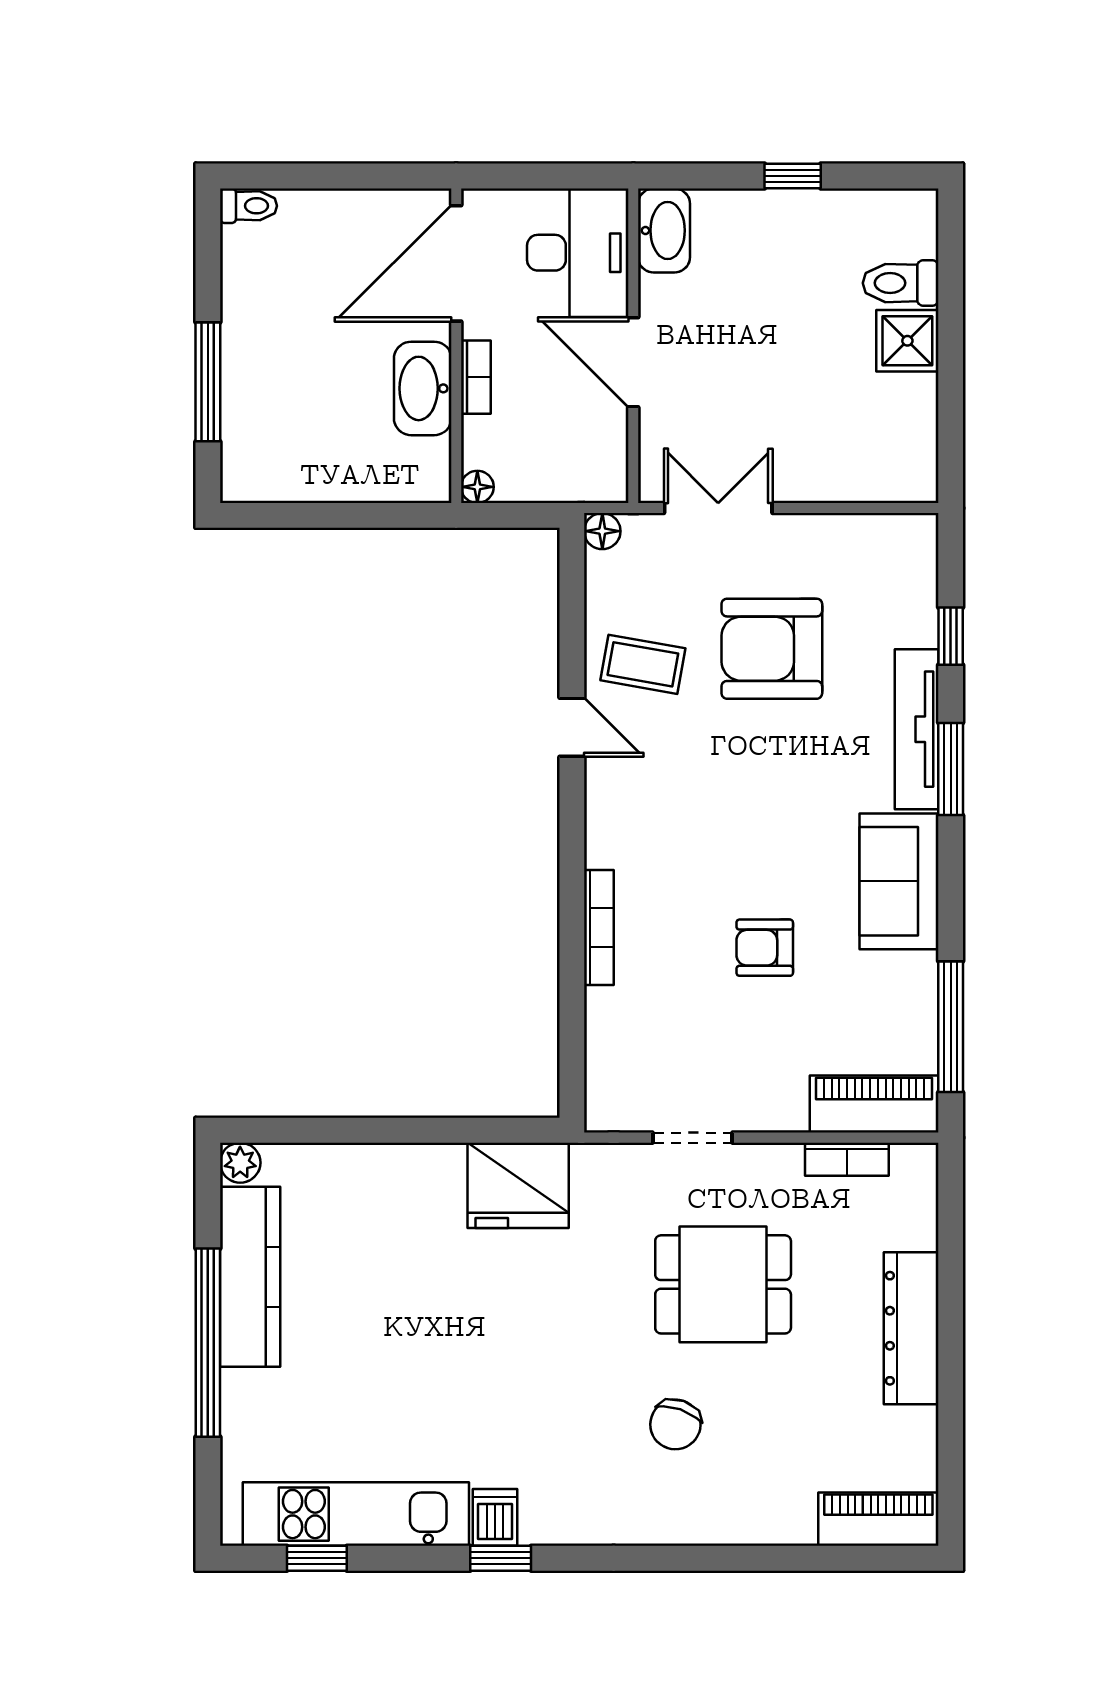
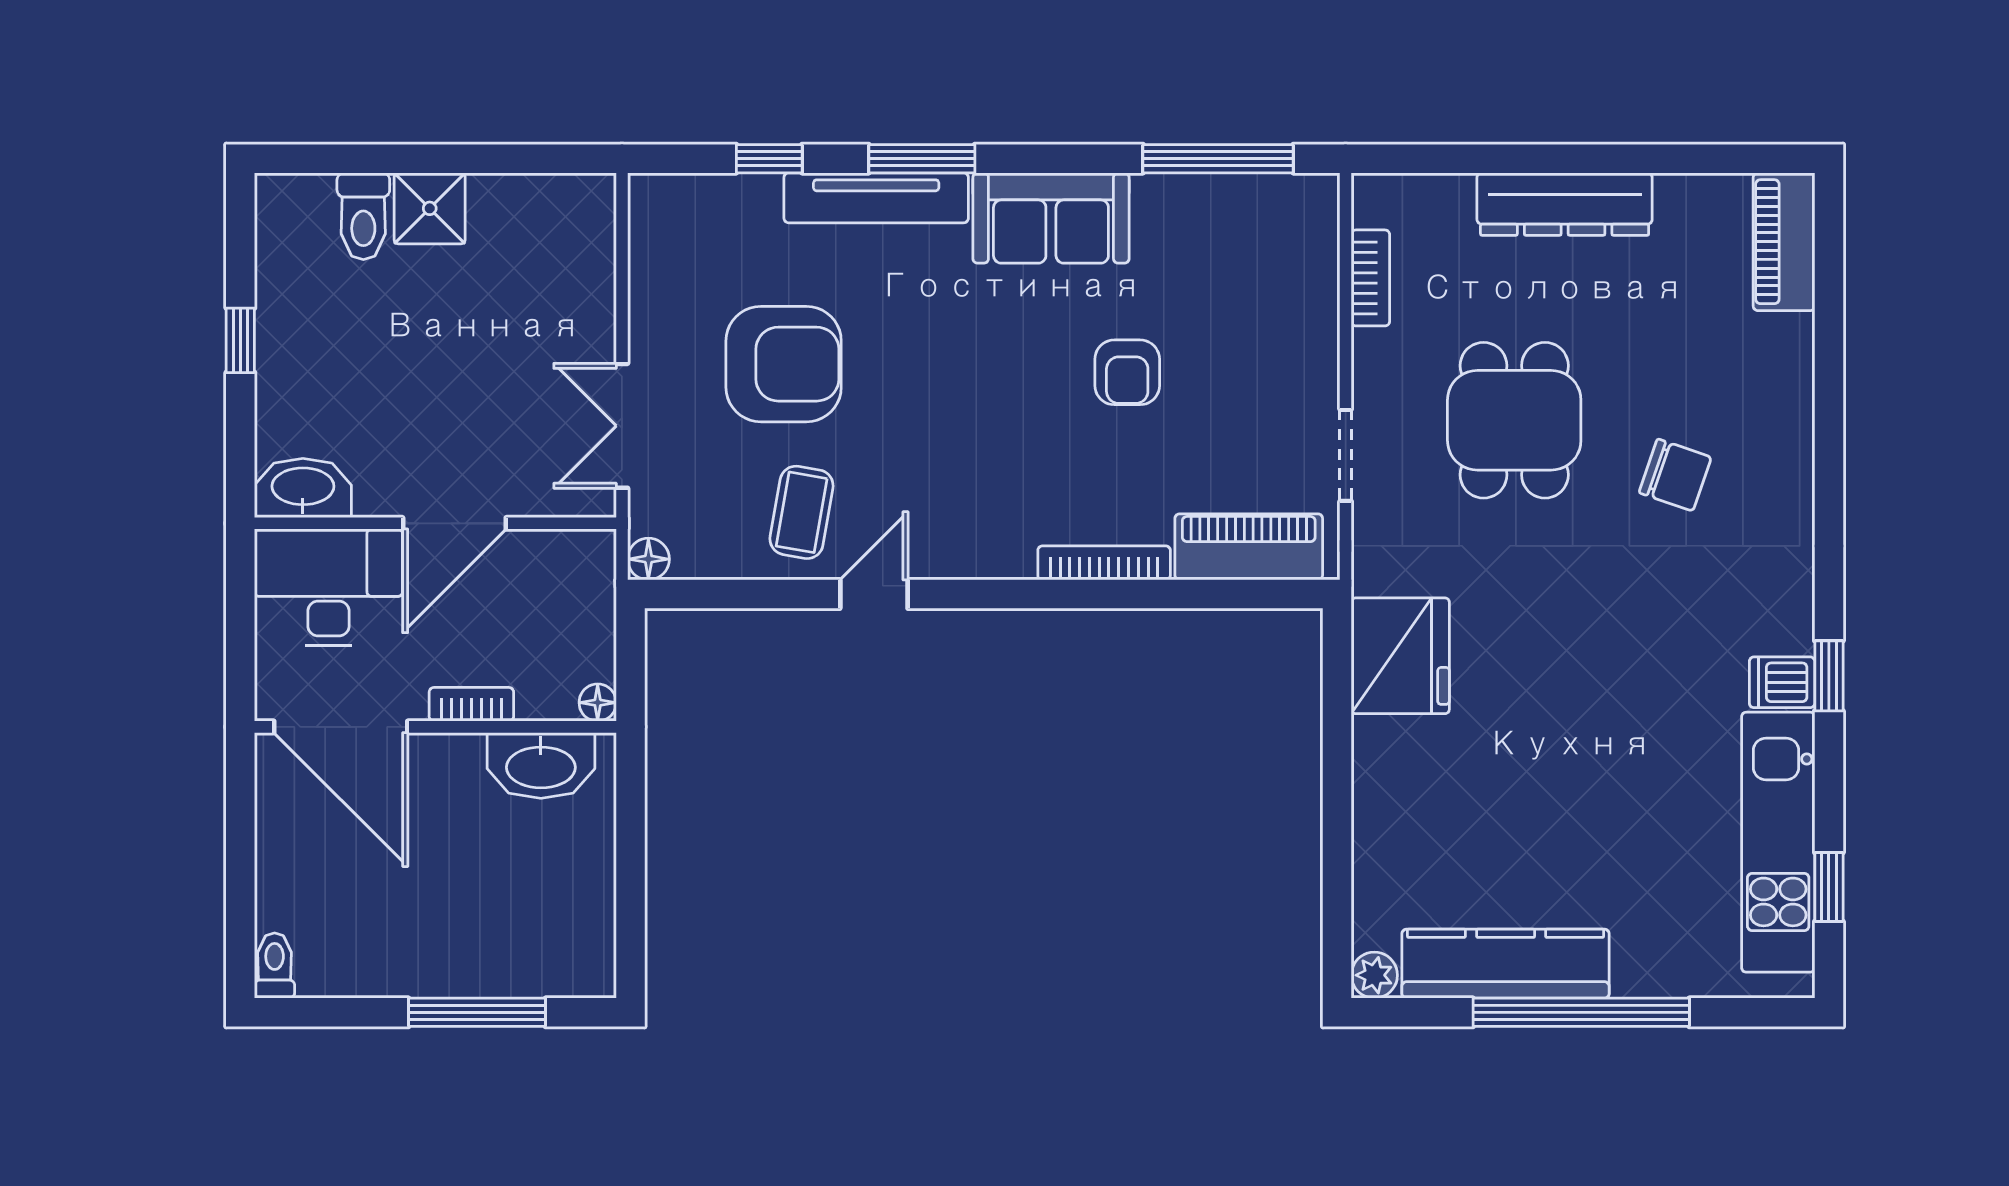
washbasin: (423, 388) -> (541, 765), moved
armchair: (772, 649) -> (784, 364), turned -90
piano: (874, 1104) -> (1249, 547), moved, turned 90

